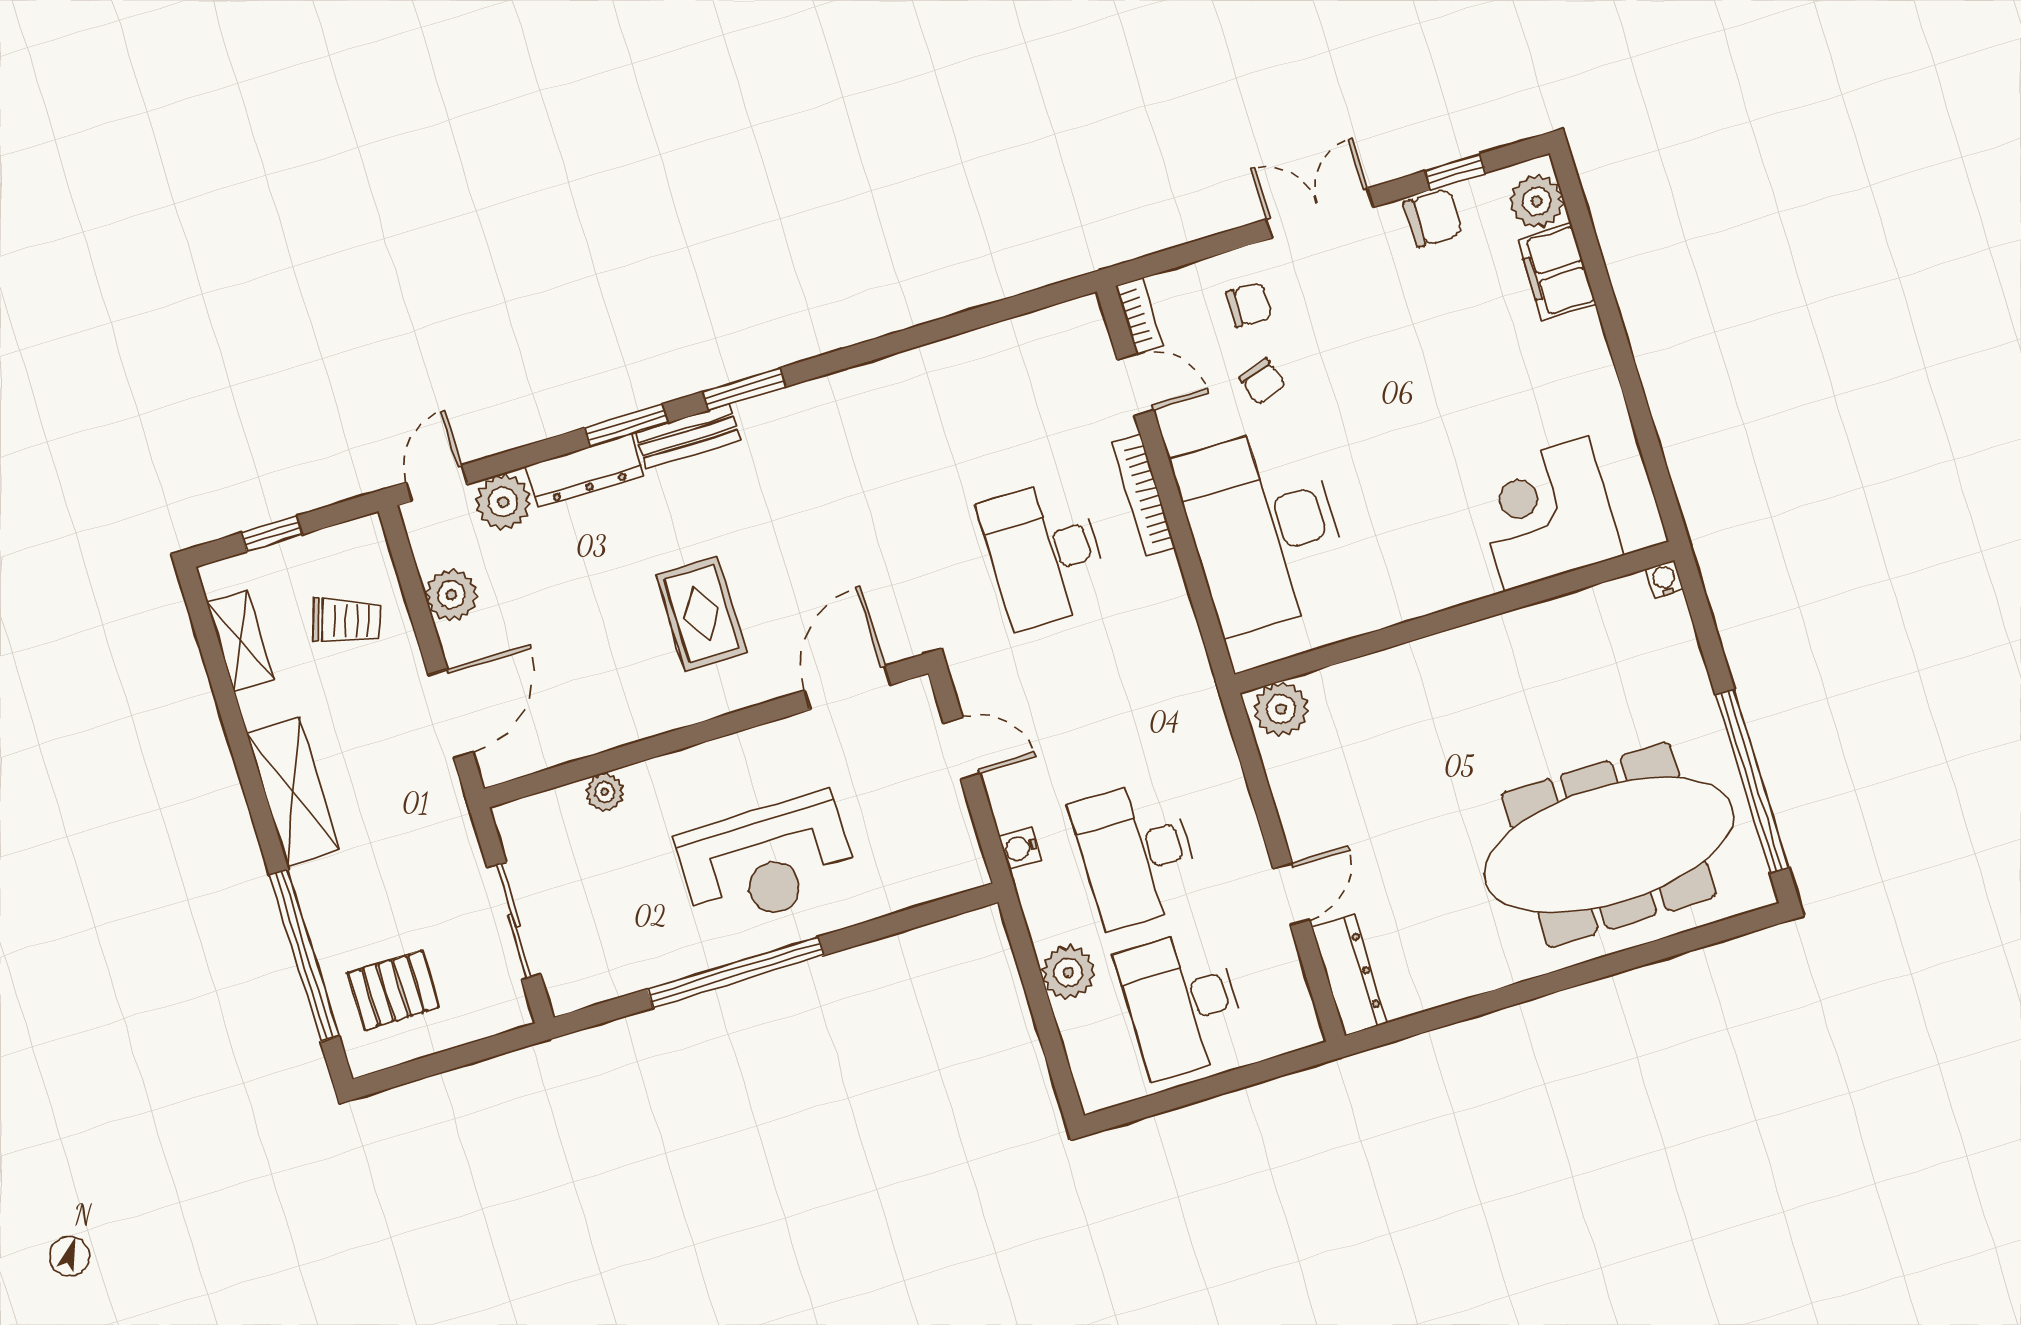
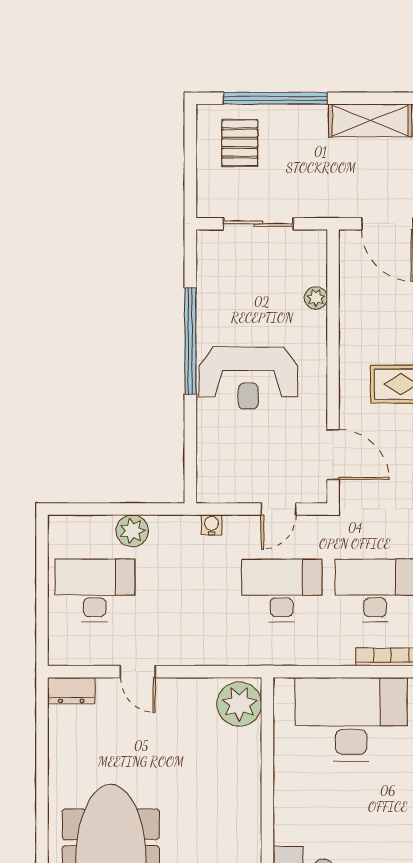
plant: (1281, 709) -> (239, 704), width x1.36, depth x1.36
desk: (1136, 853) -> (282, 590), moved
reception desk: (766, 861) -> (248, 378), turned -90
dresser: (1349, 975) -> (71, 691), width x0.70

